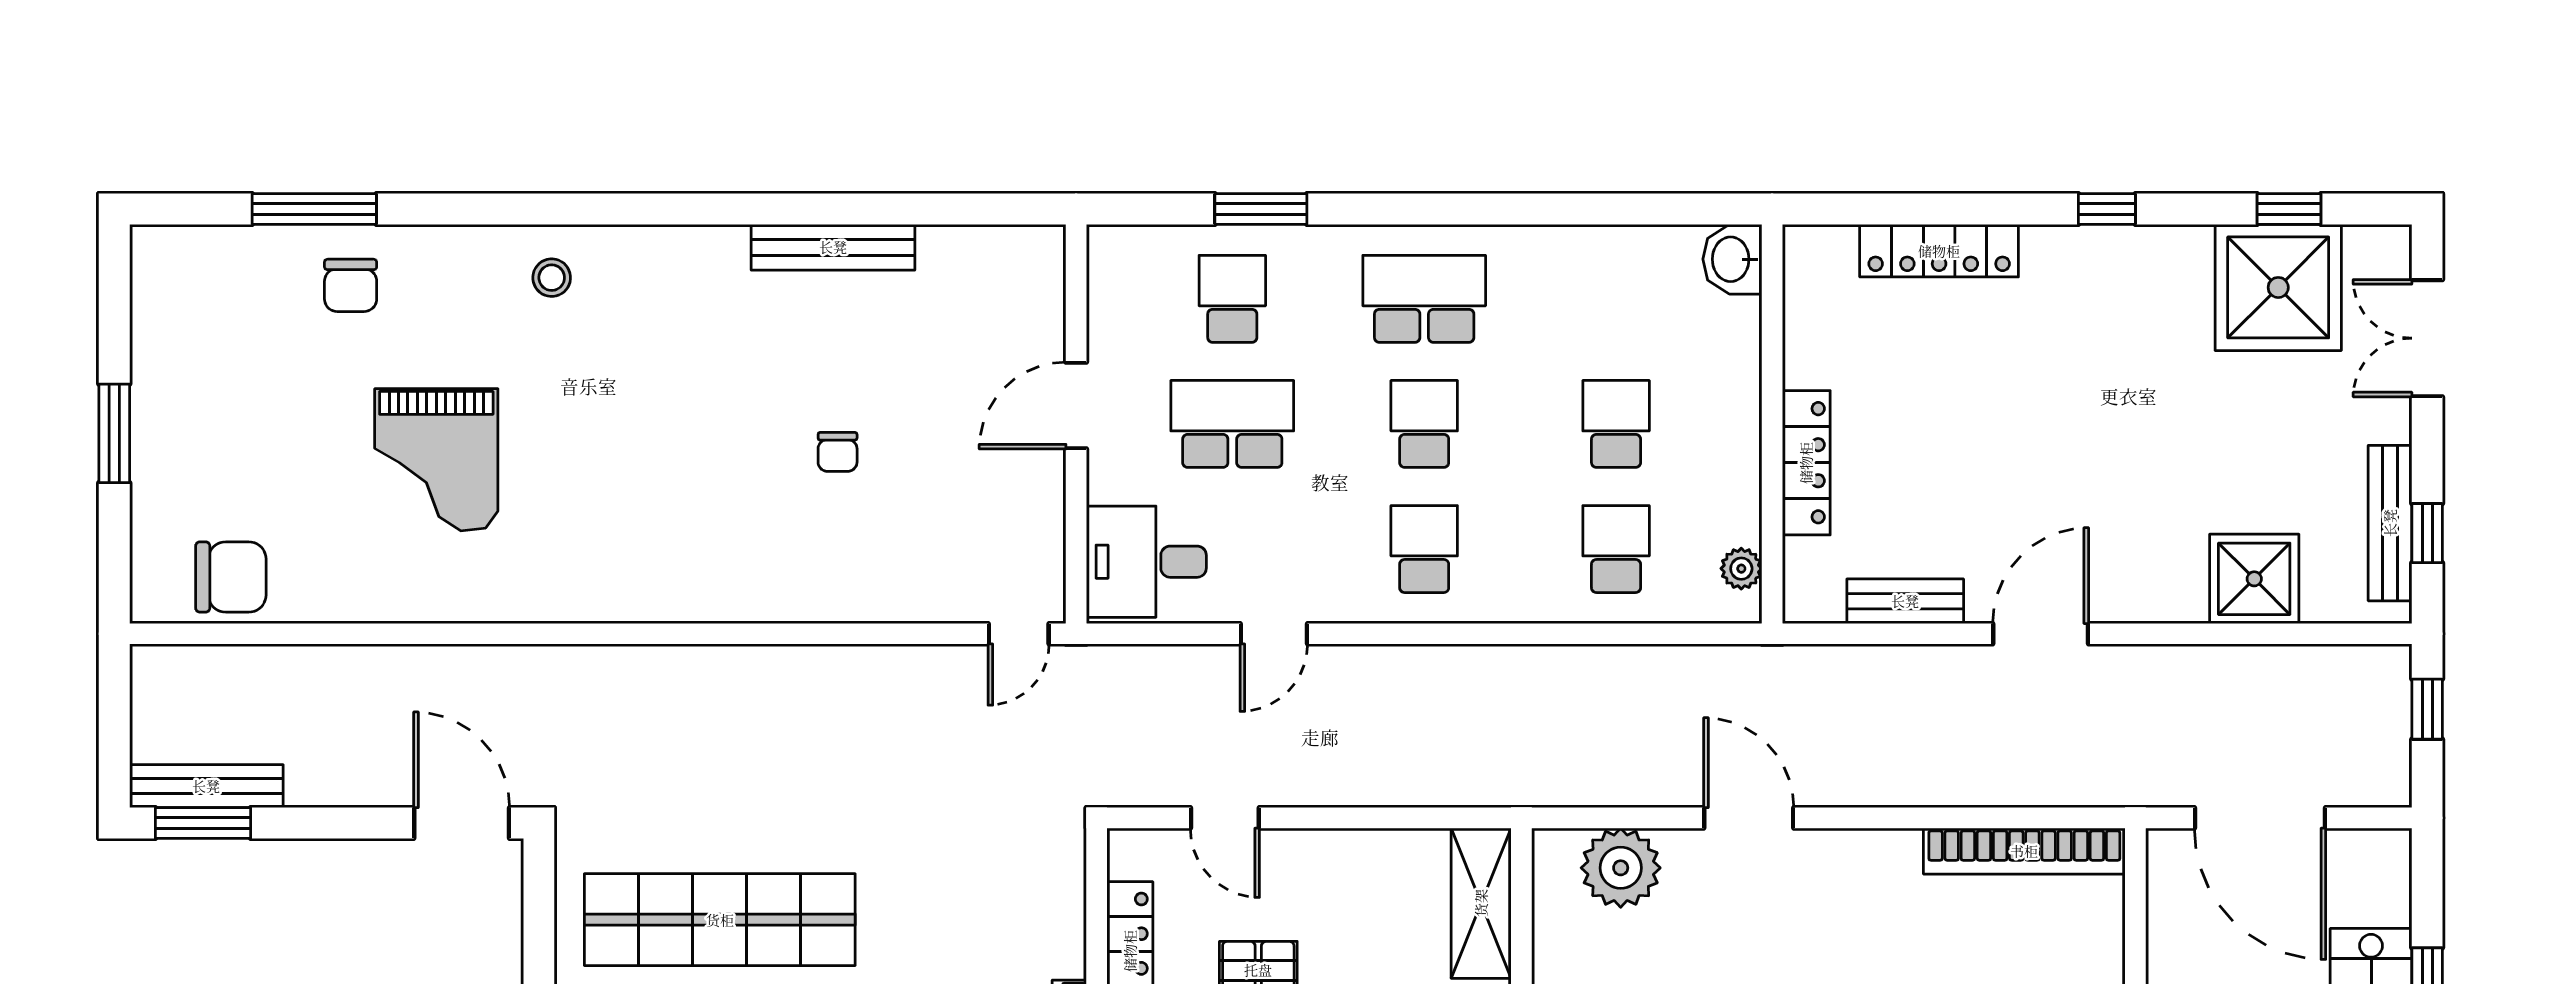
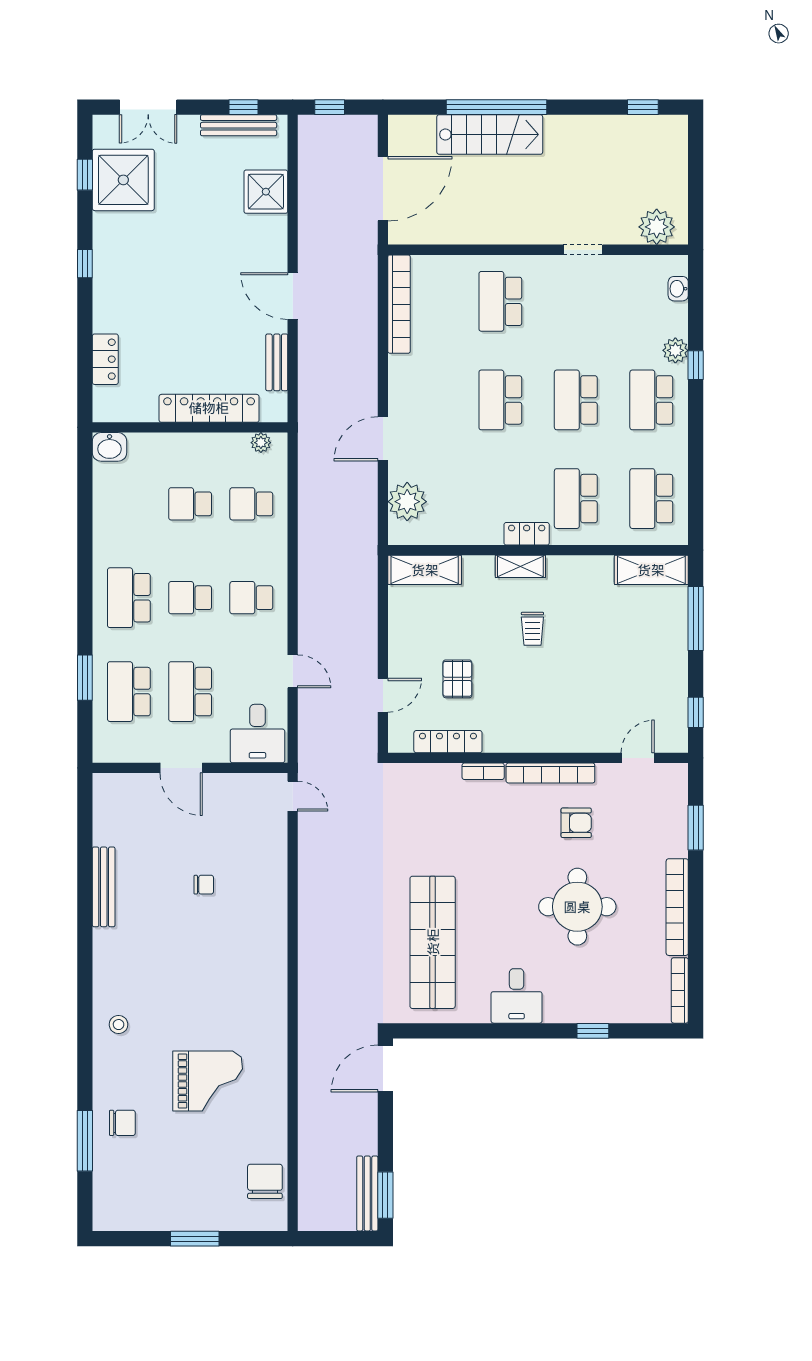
locker: (1939, 251) -> (105, 359), width x0.66
school desk: (1232, 299) -> (129, 692), width x1.85
locker: (1806, 463) -> (209, 408), width x1.41, depth x1.21

